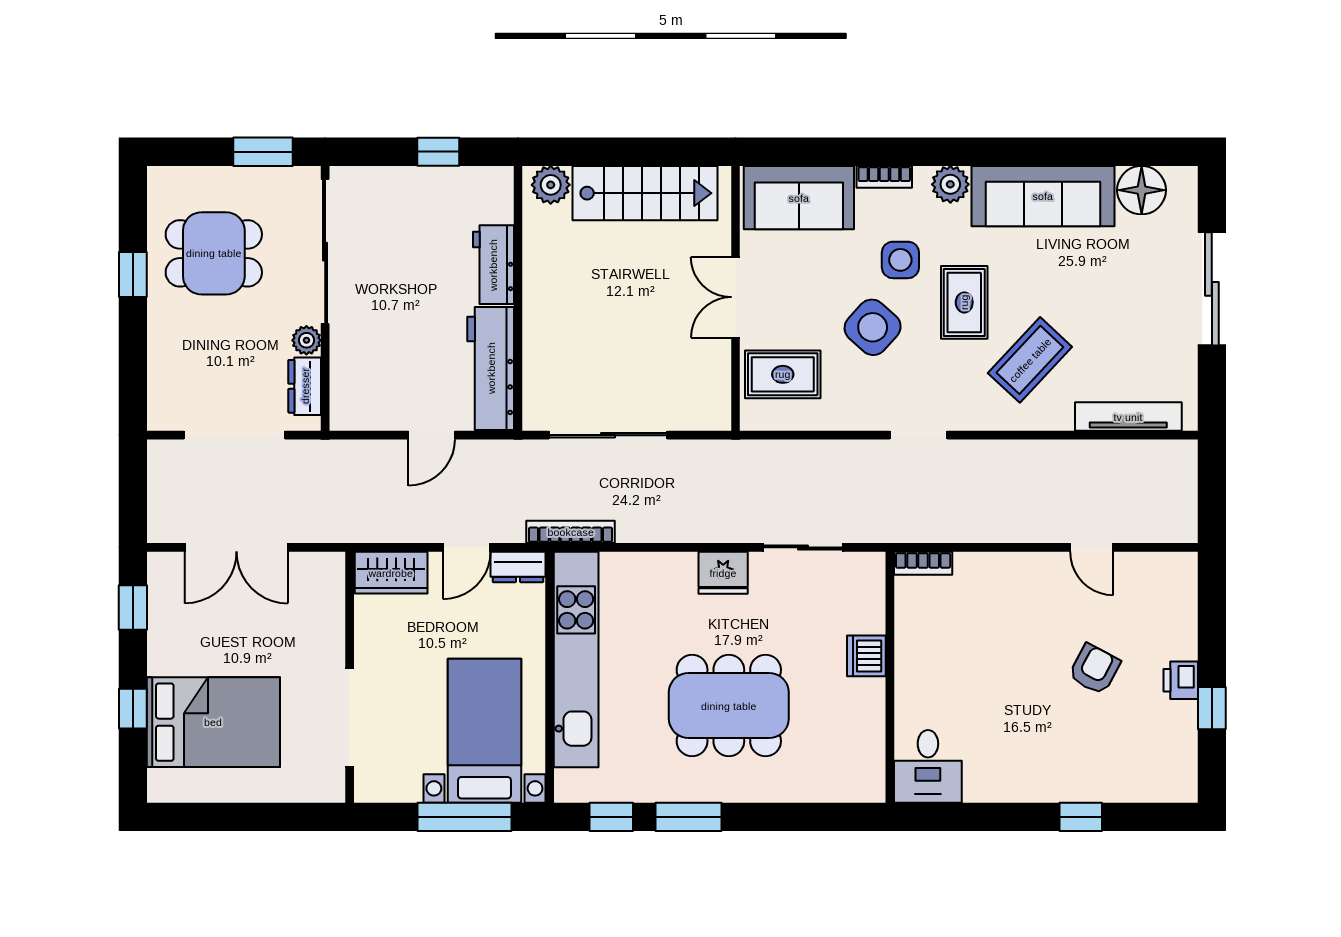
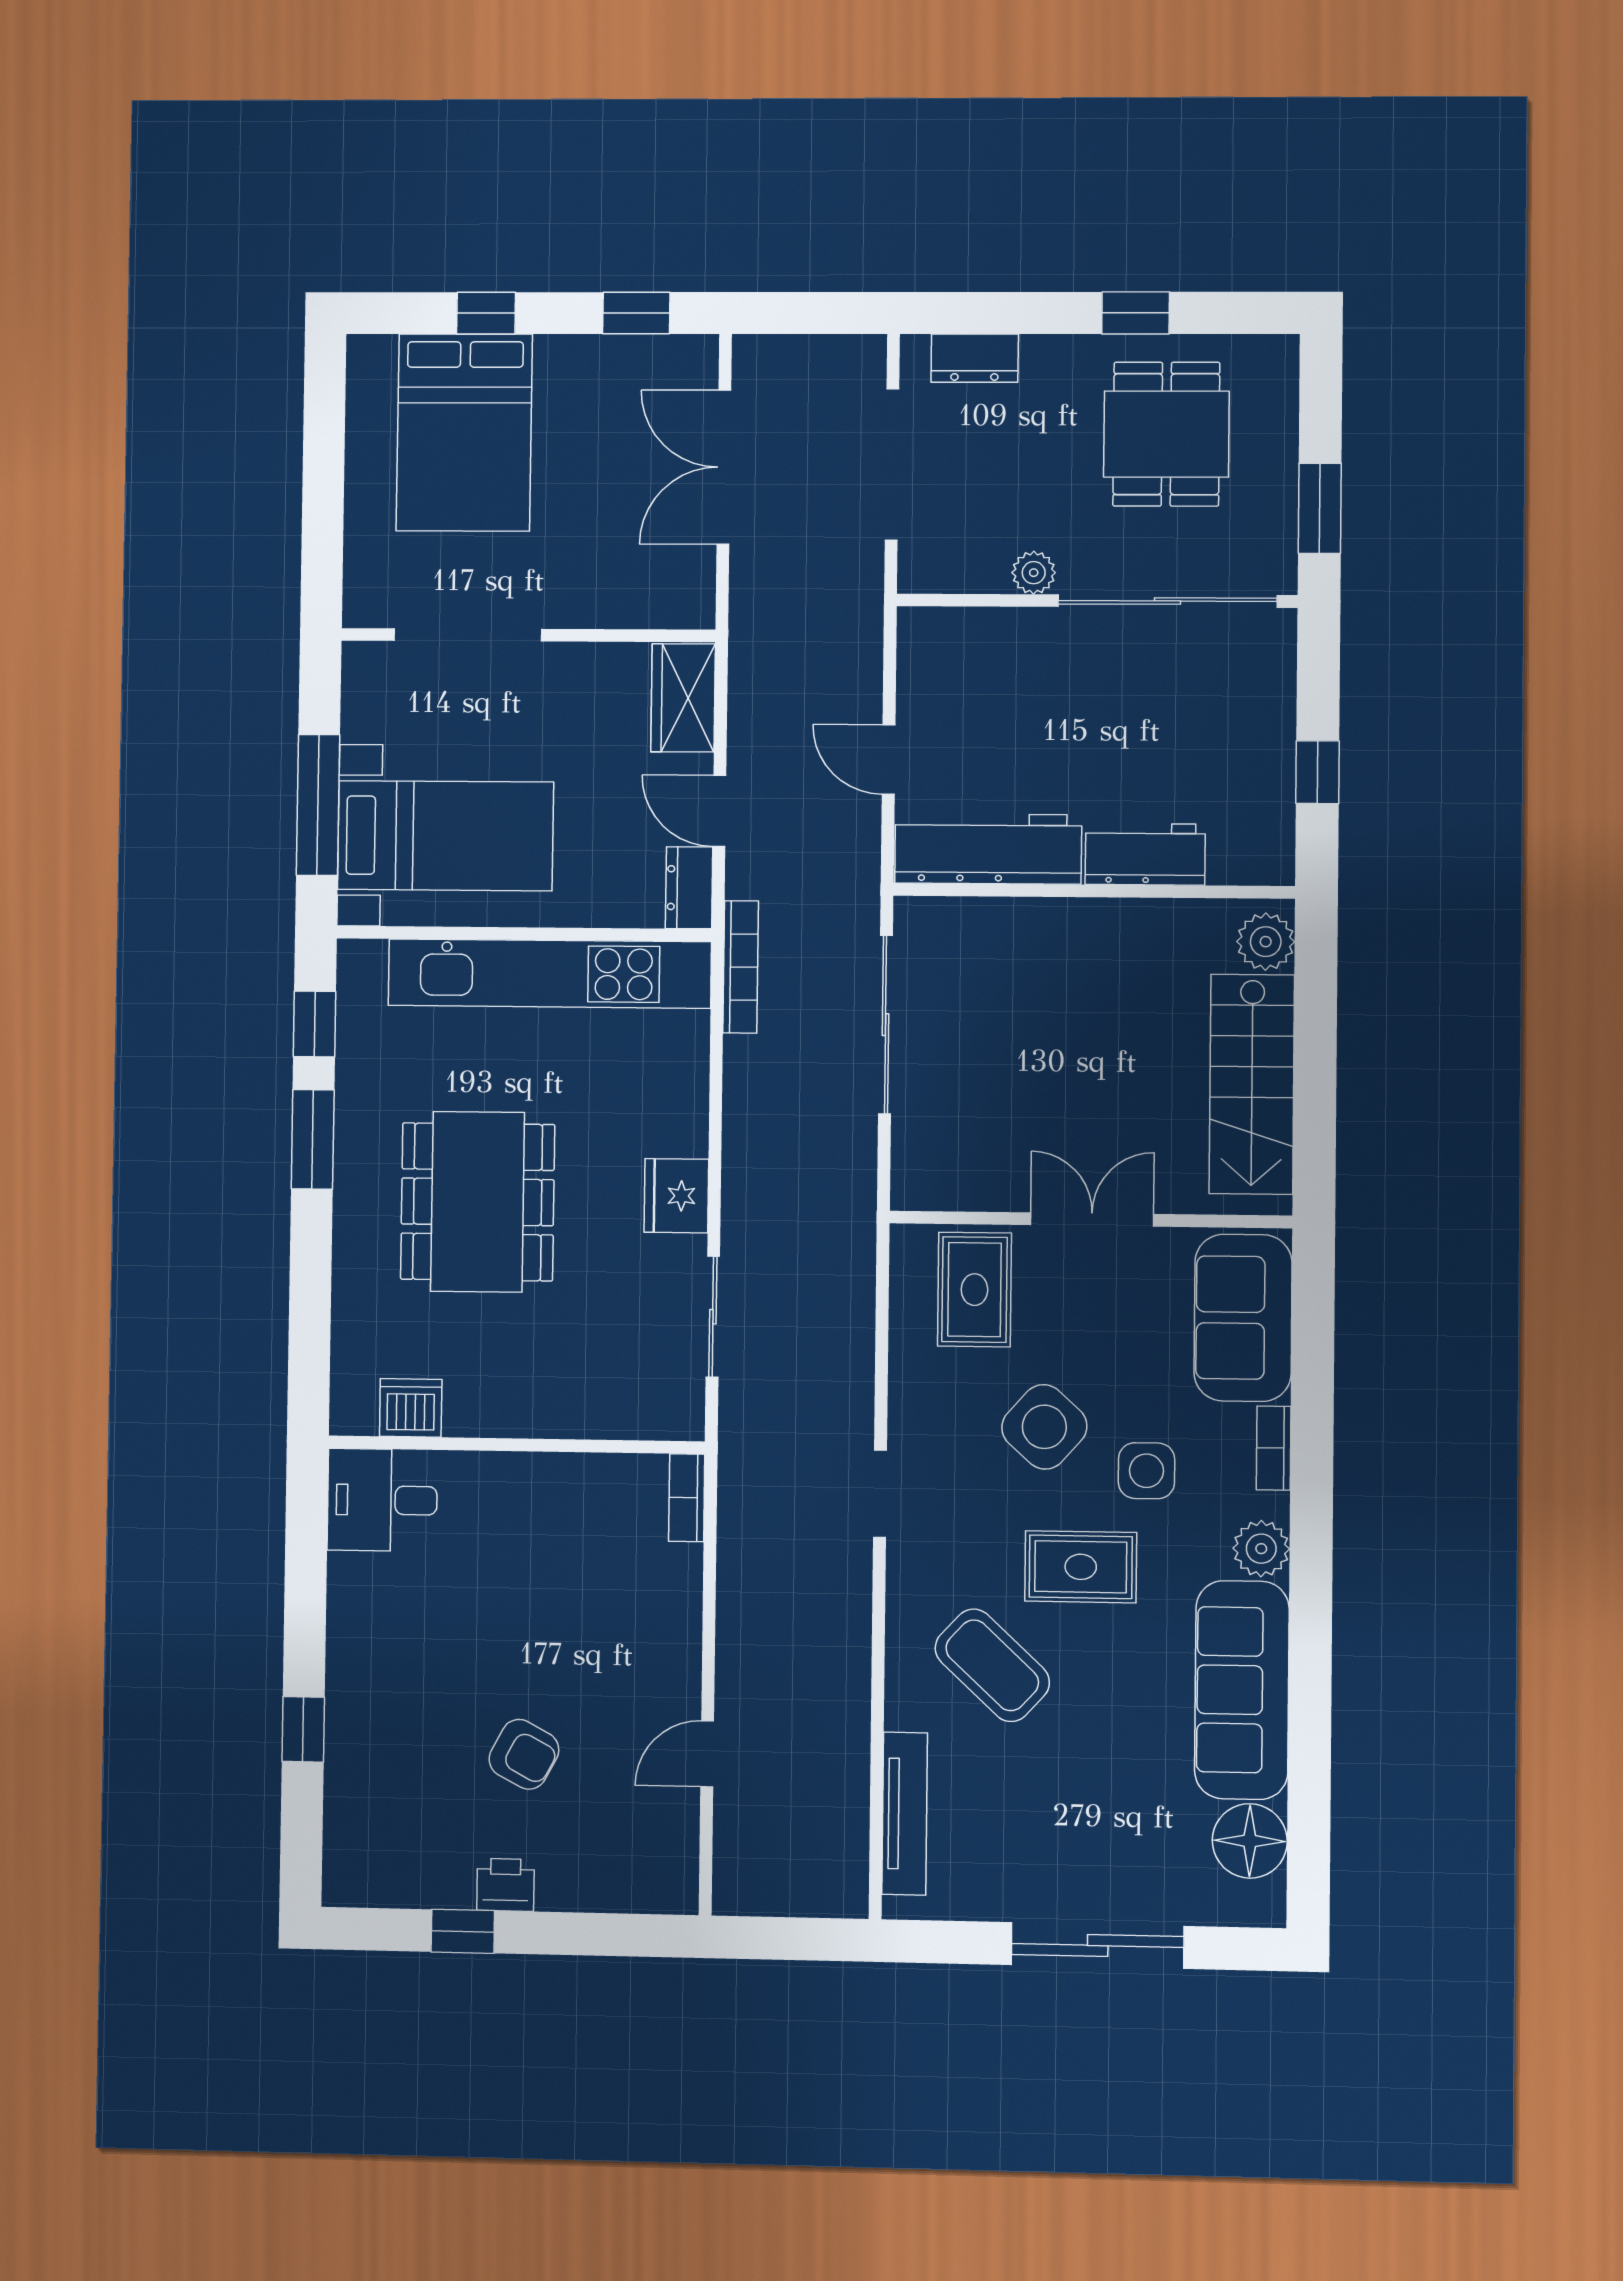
dresser: (305, 386) -> (975, 358), moved, turned 180
dishwasher: (866, 656) -> (411, 1408), moved

